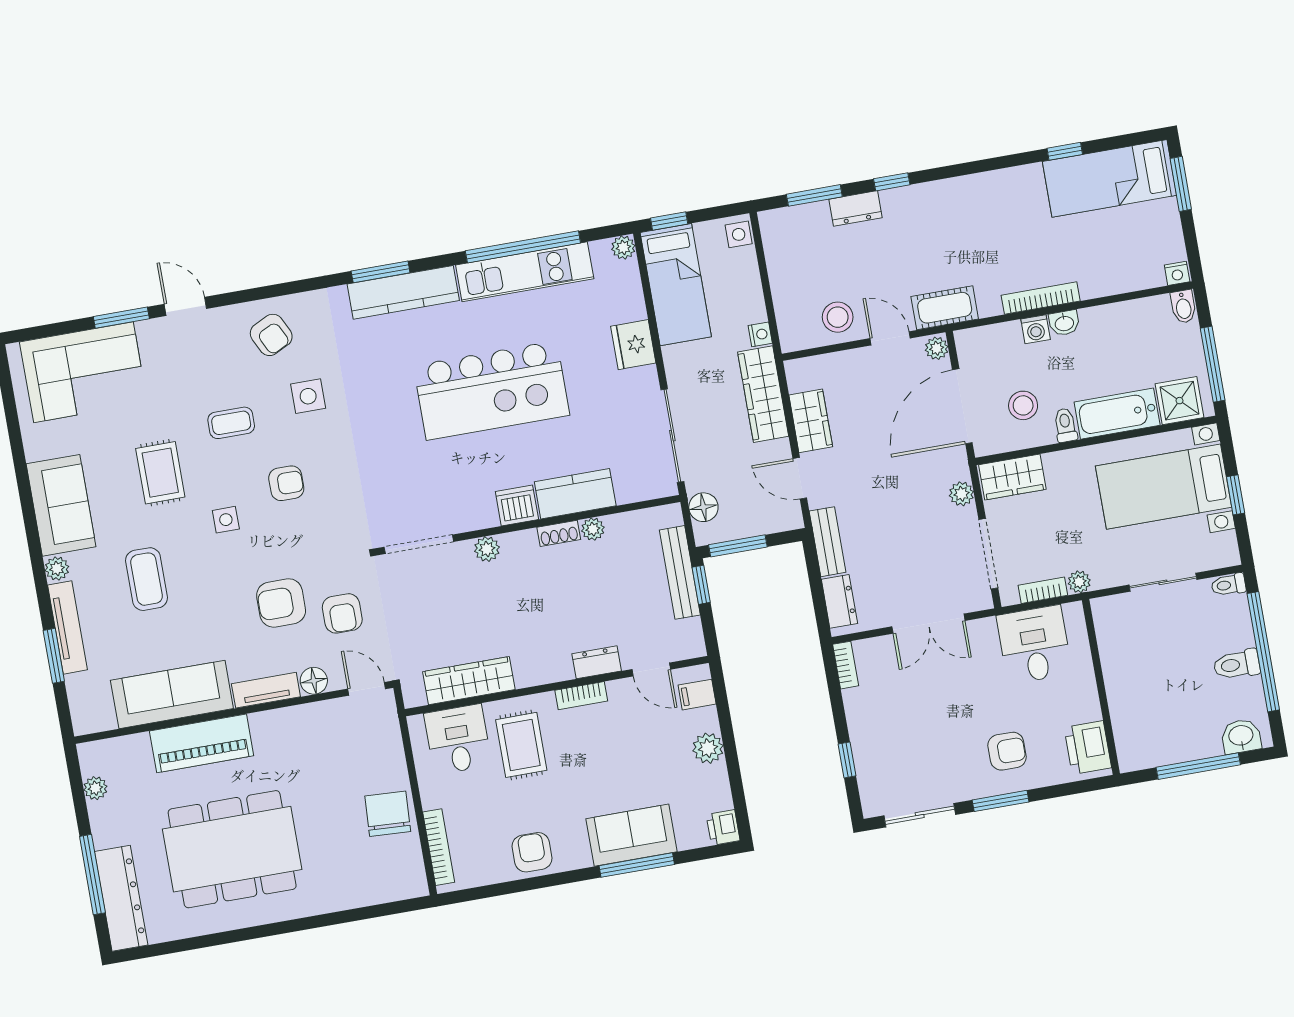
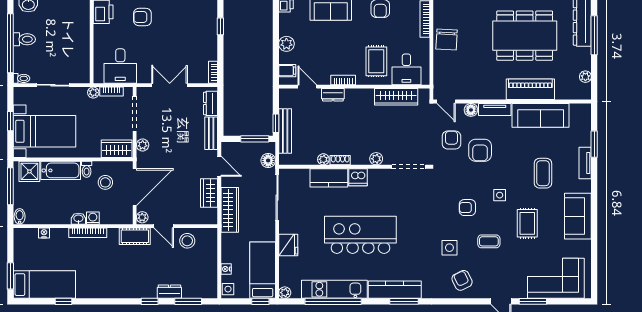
nightstand: (1177, 273) -> (44, 233), moved
nightstand: (760, 334) -> (226, 269), moved
plant: (57, 569) -> (585, 186), removed
armchair: (281, 603) -> (480, 150), turned 90
tv unit: (67, 627) -> (585, 163), width x0.71

